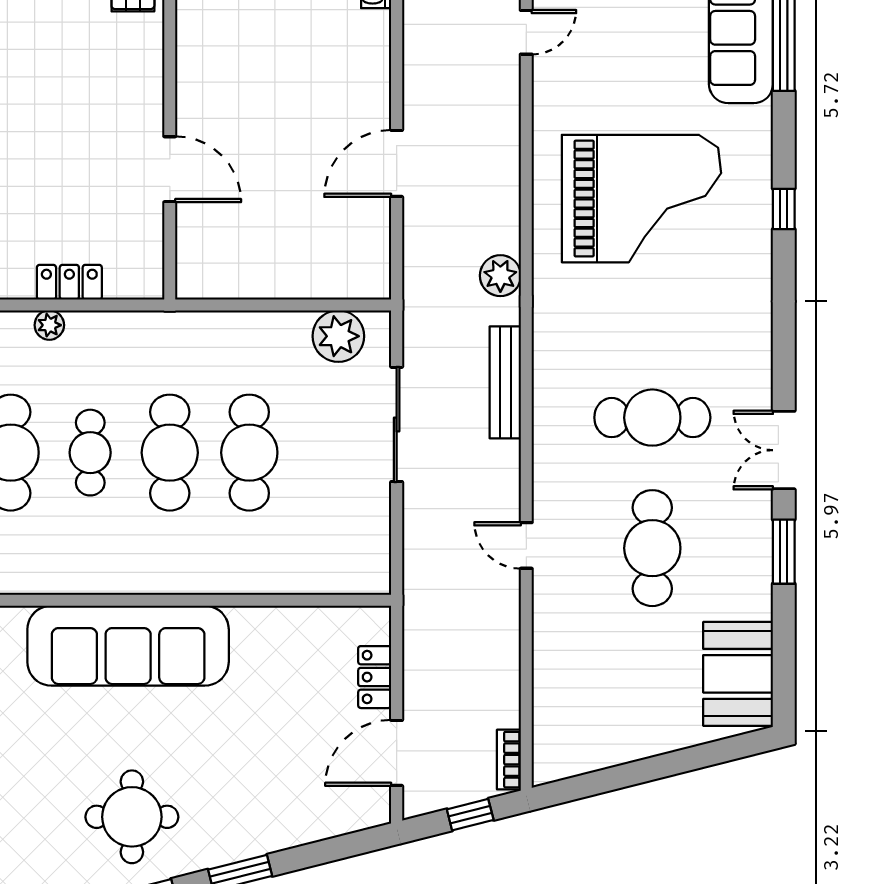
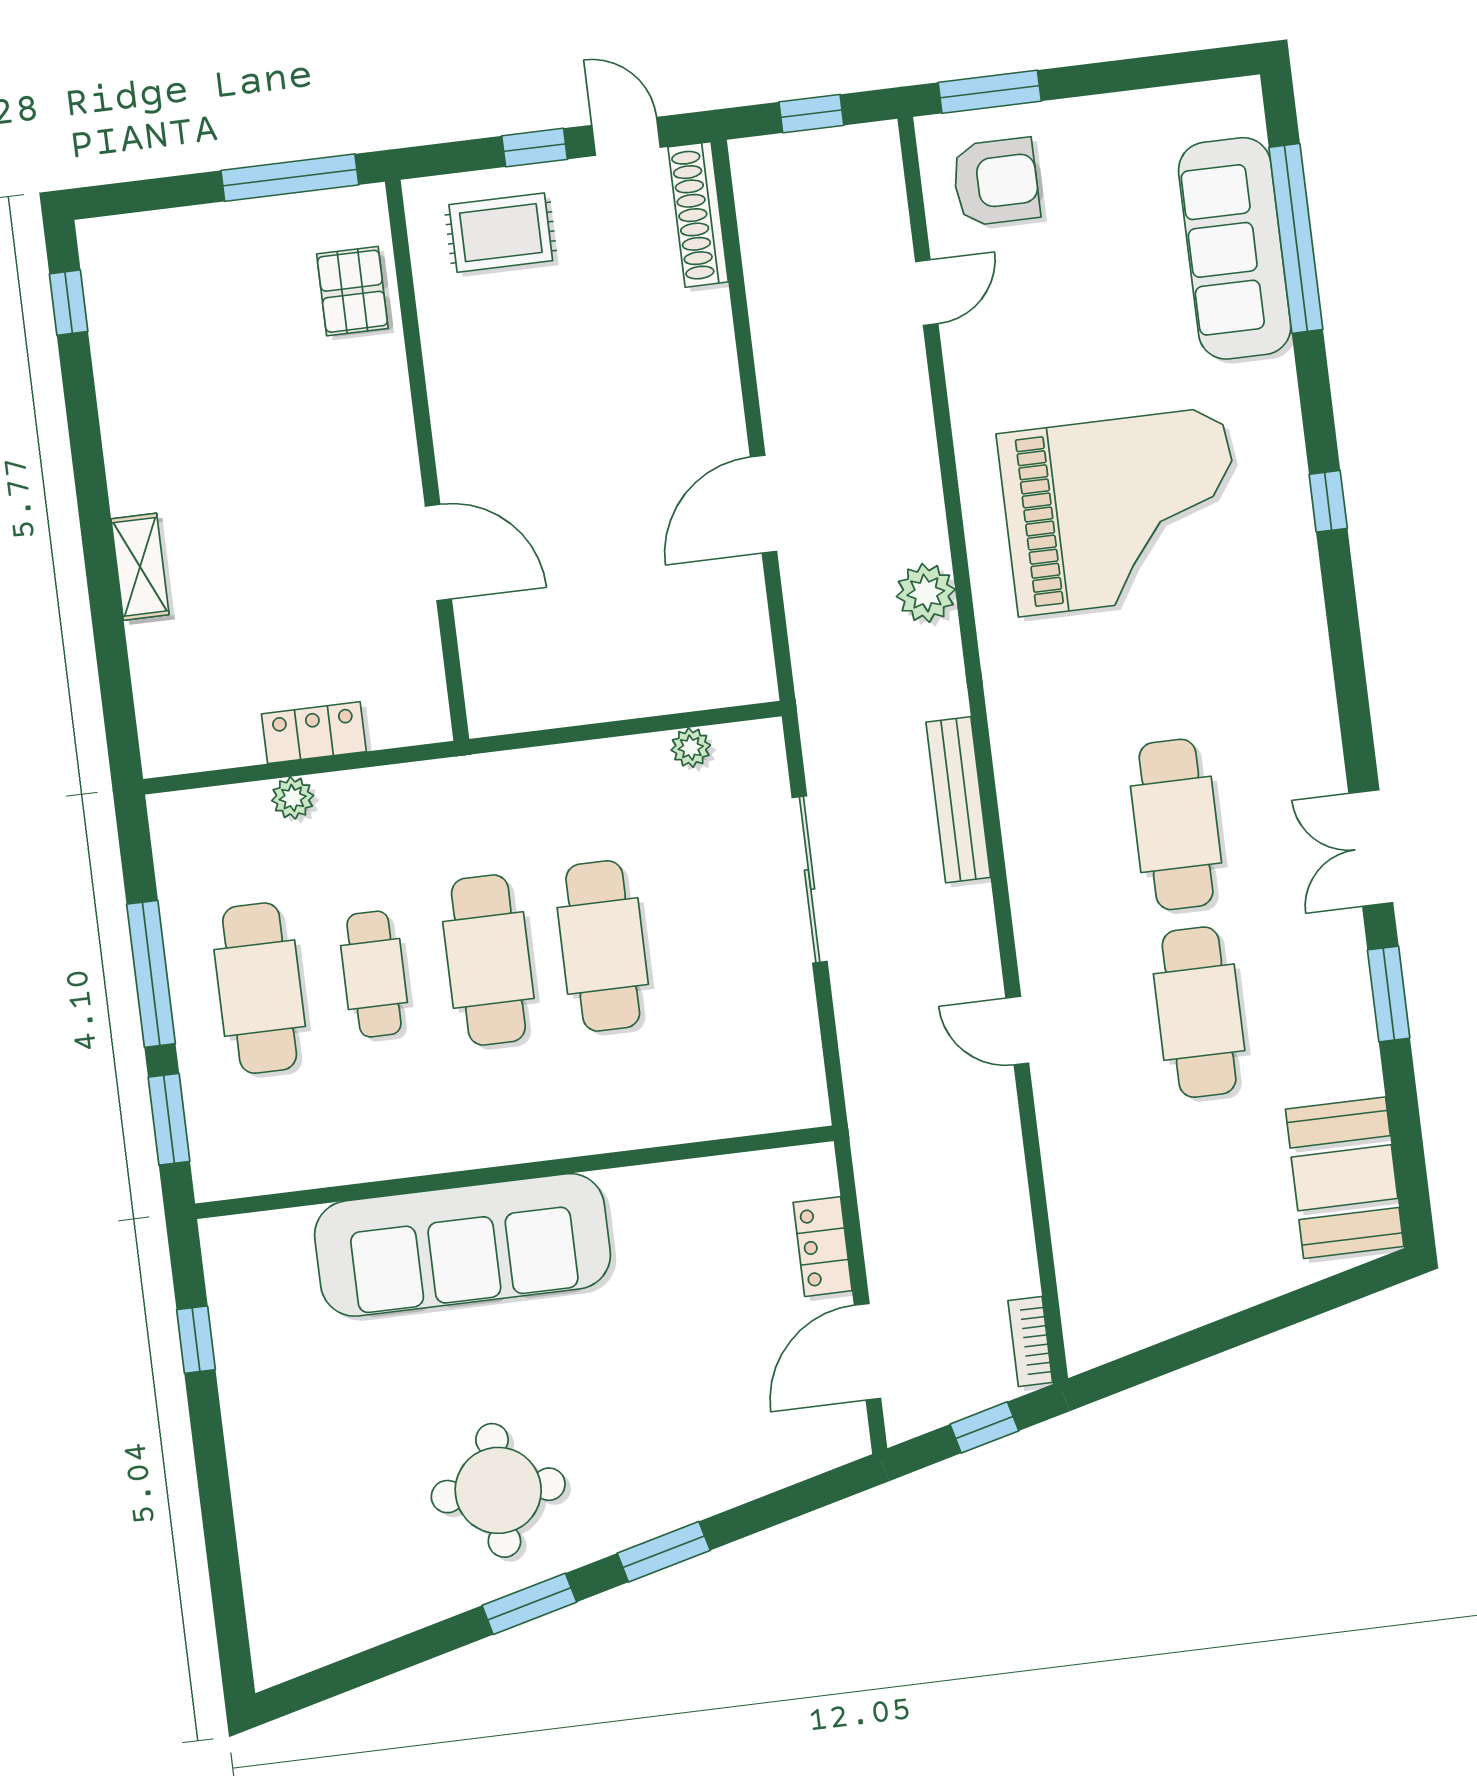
plant: (500, 276) -> (926, 593), moved
plant: (338, 336) -> (691, 748), width x0.53, depth x0.53
cafe table: (652, 418) -> (1176, 824), turned 90

